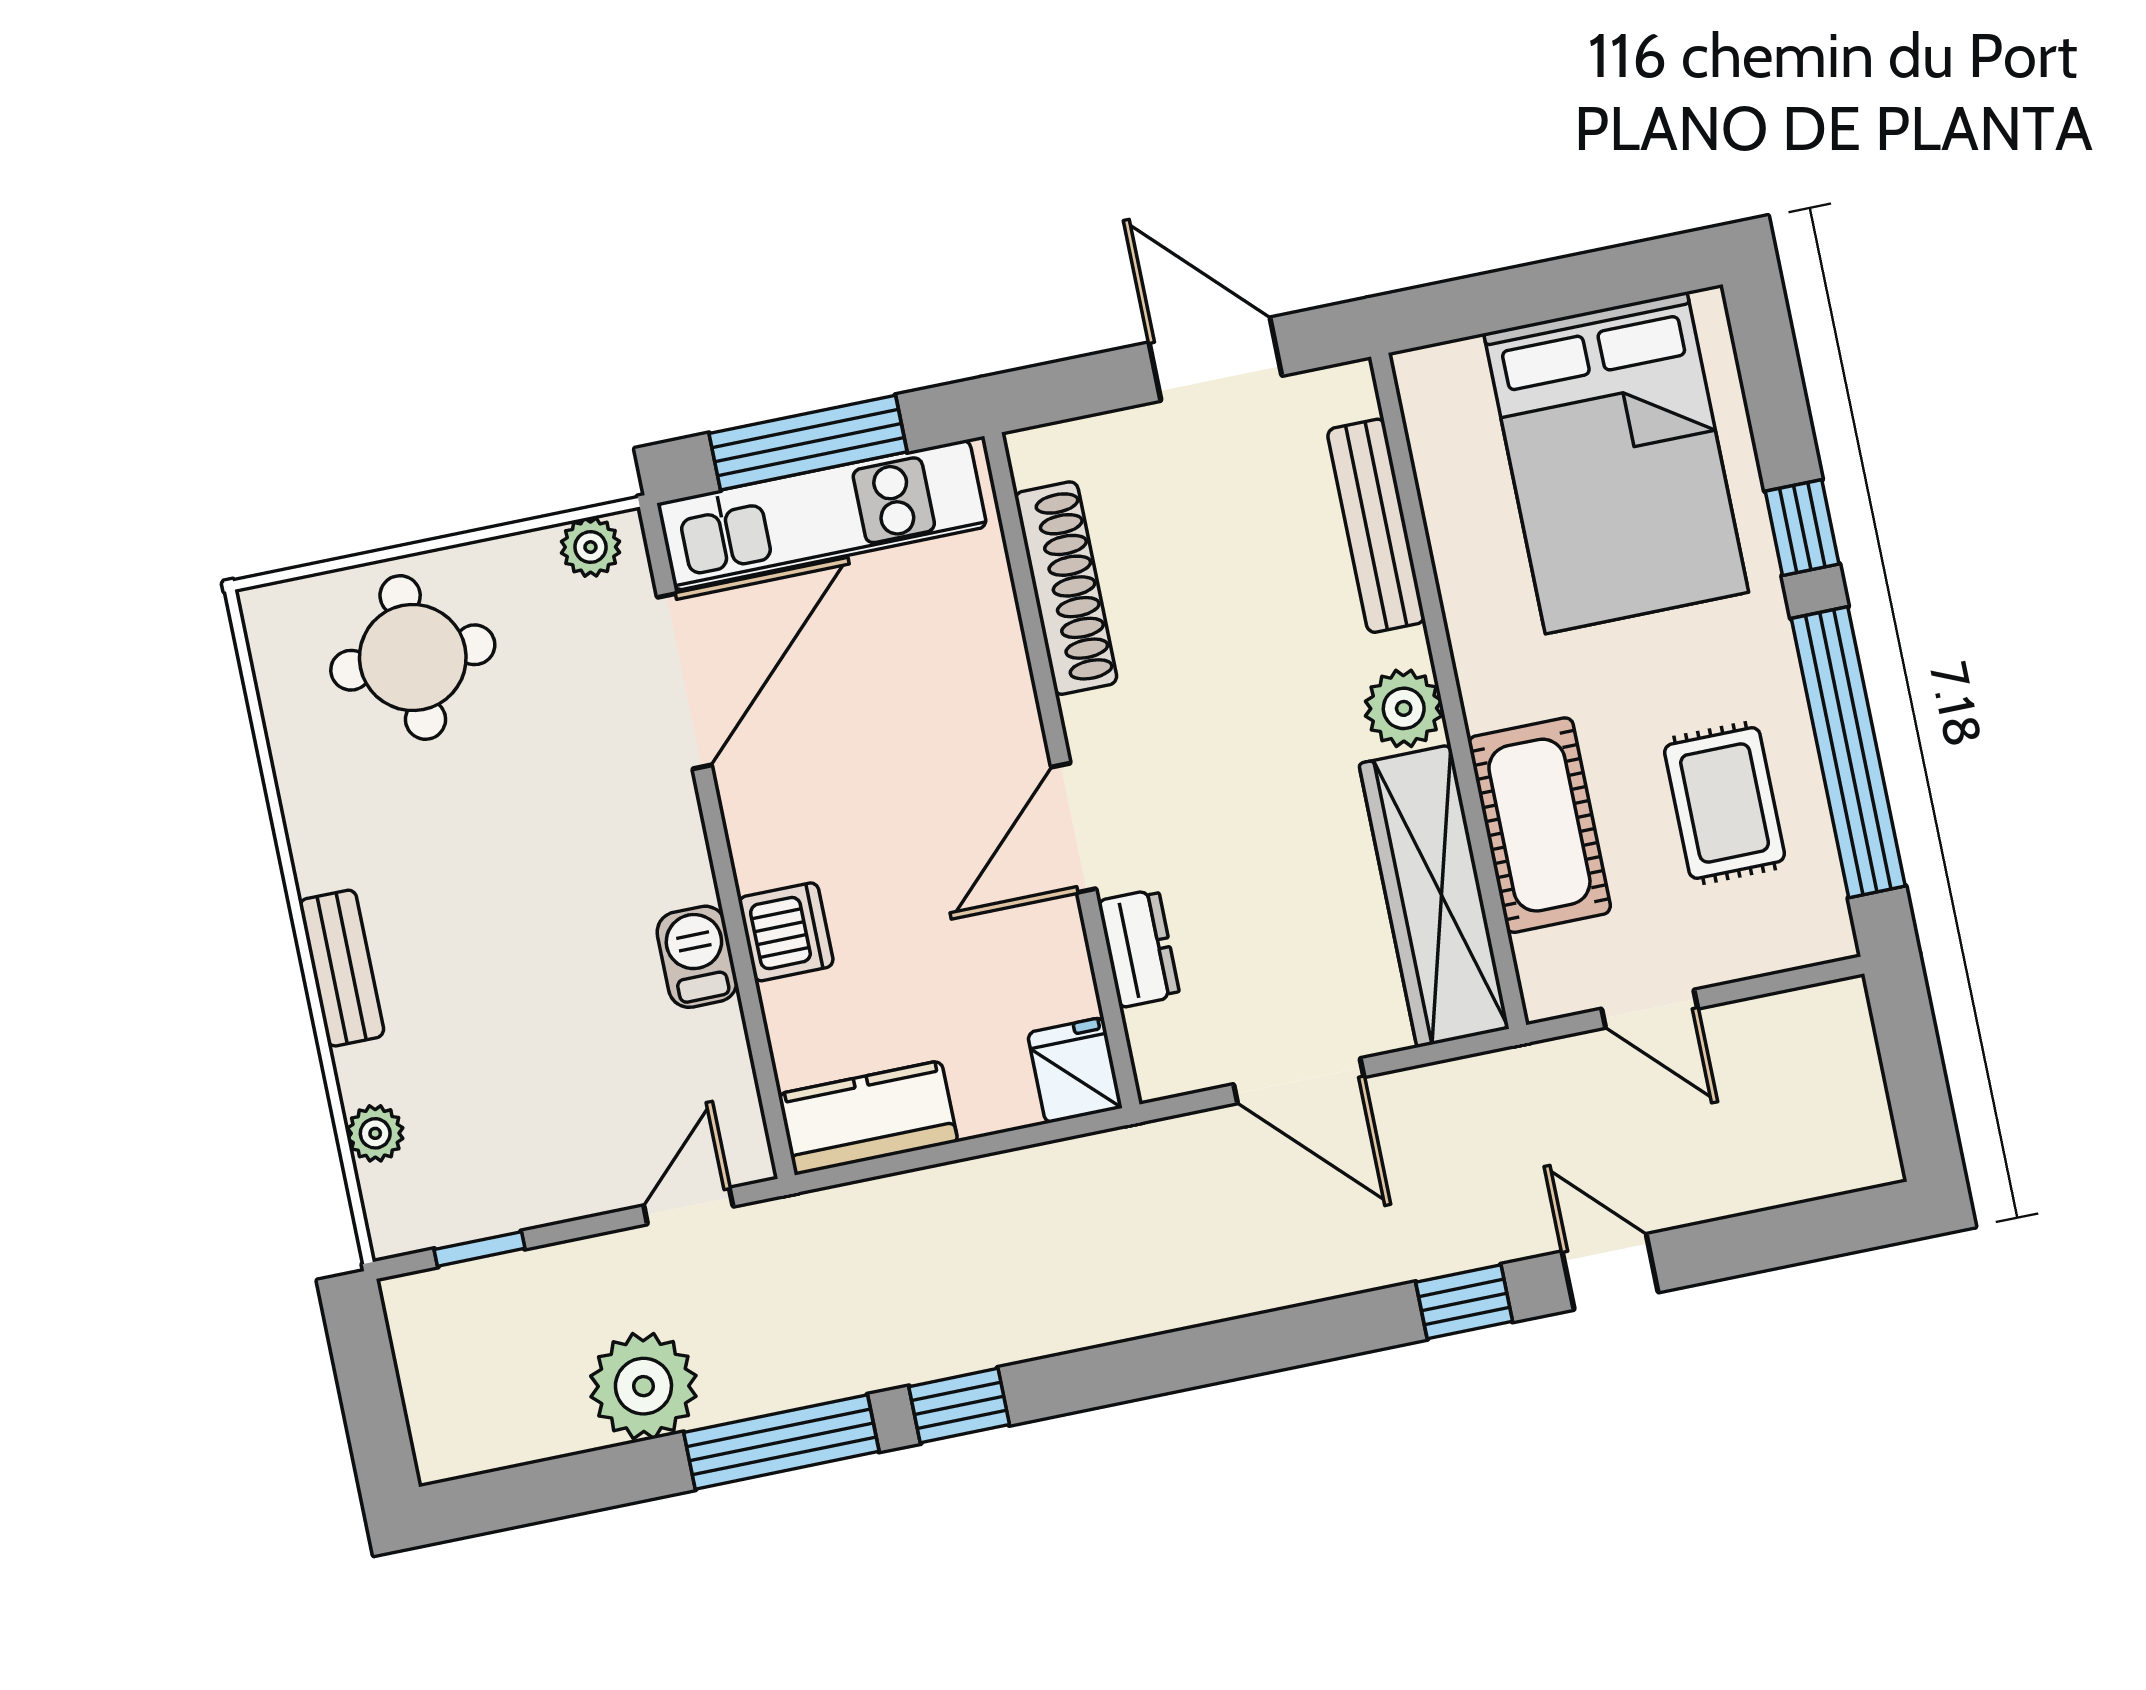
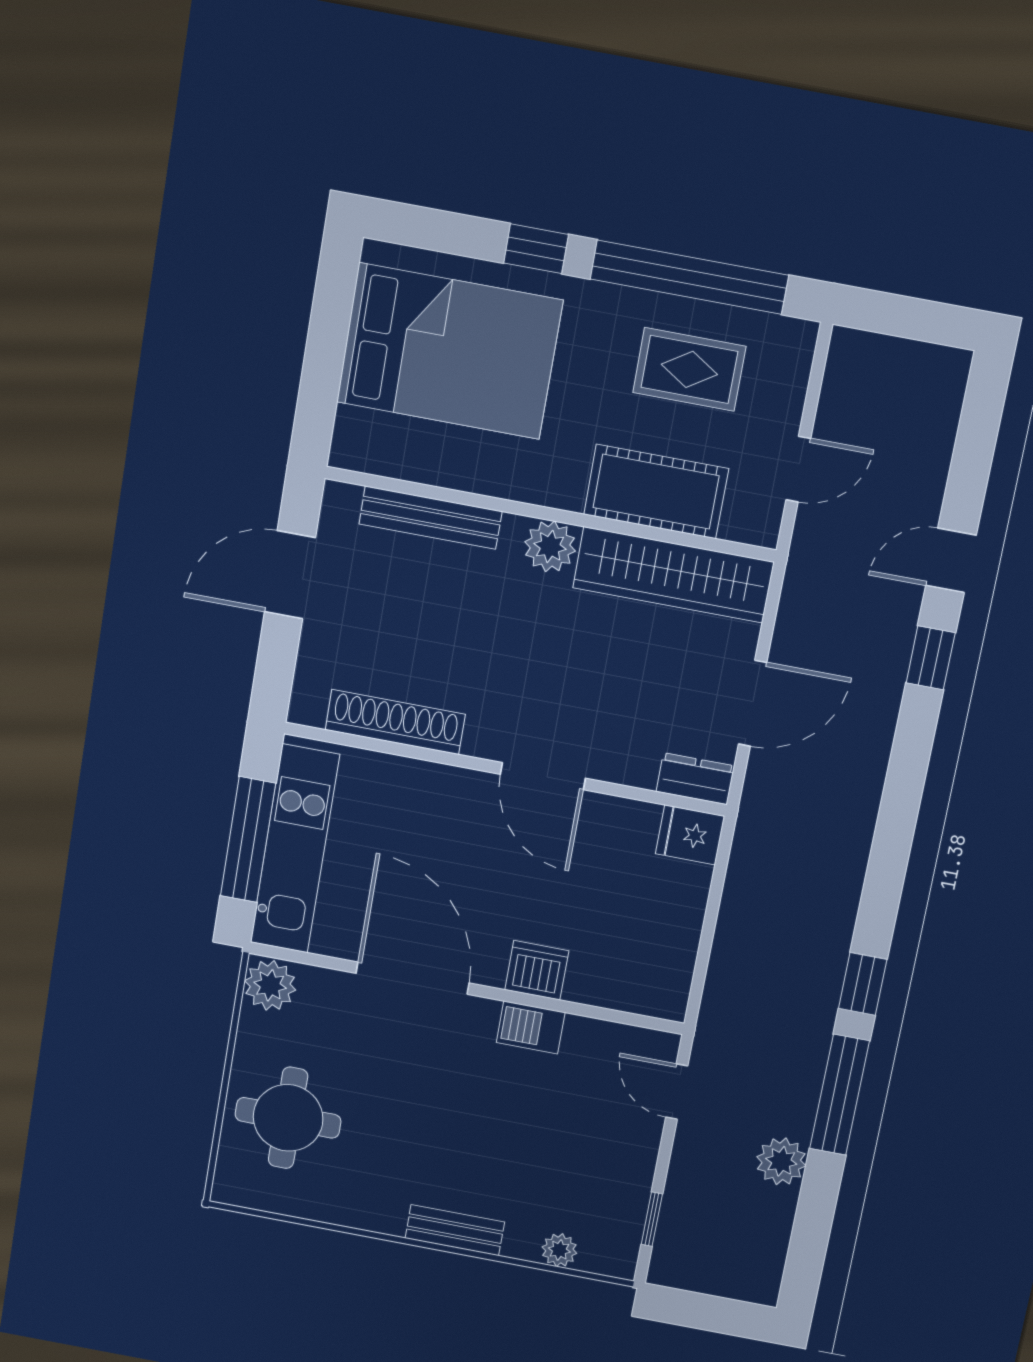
plant: (590, 547) -> (270, 985), width x1.38, depth x1.38
door: (684, 681) -> (413, 978), moved
dresser: (1139, 948) -> (695, 779), moved
kitchen counter: (868, 1118) -> (668, 967), removed
plant: (643, 1386) -> (781, 1161), width x0.73, depth x0.73

